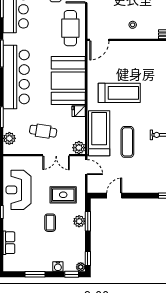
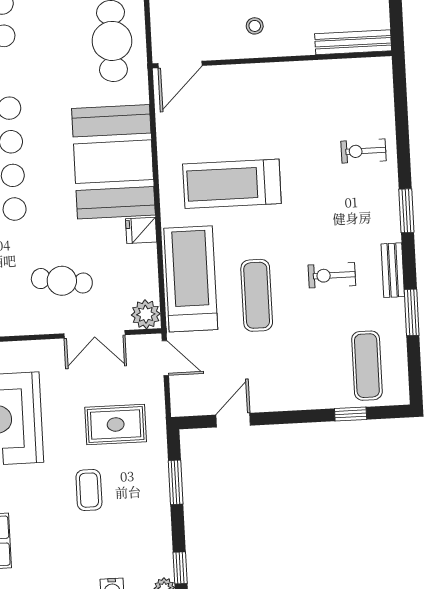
treadmill: (119, 93) -> (232, 184), turned 180
plant: (79, 221) -> (156, 483), removed

